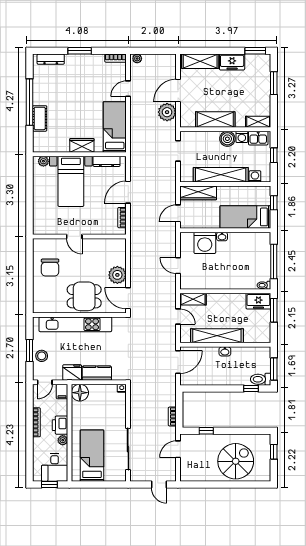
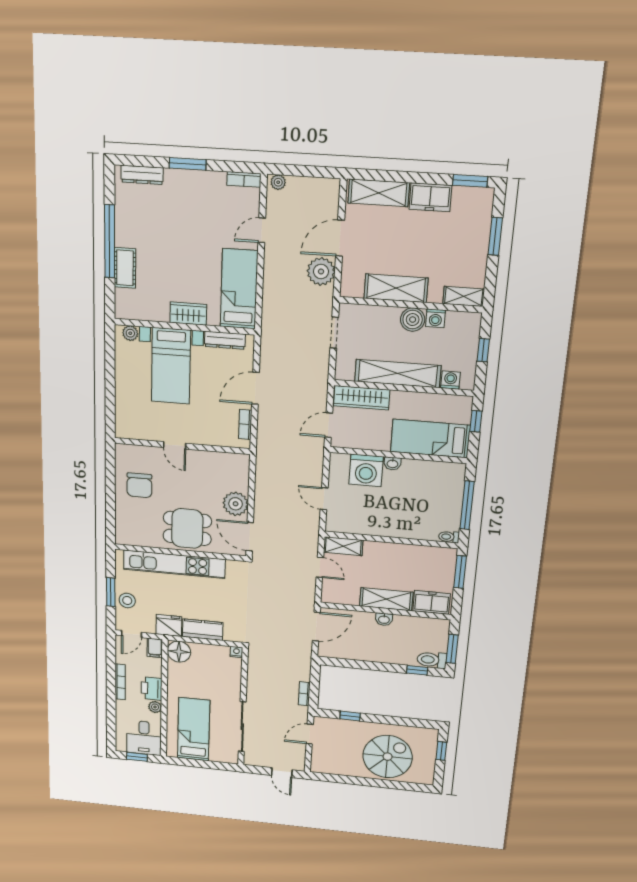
kitchen sink: (258, 138) -> (461, 322), removed
freezer: (258, 301) -> (432, 602), moved, turned 180
shelving: (217, 336) -> (386, 599), width x0.68

